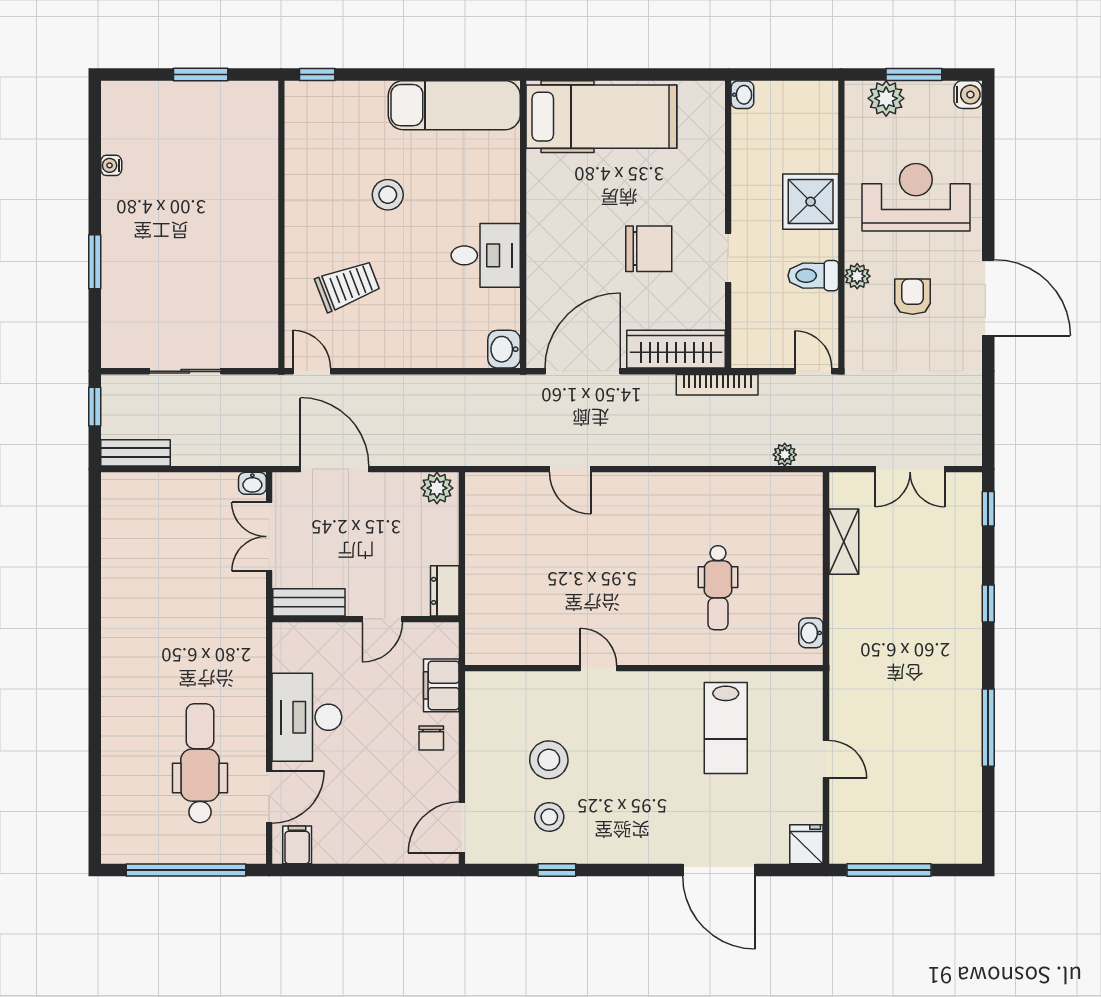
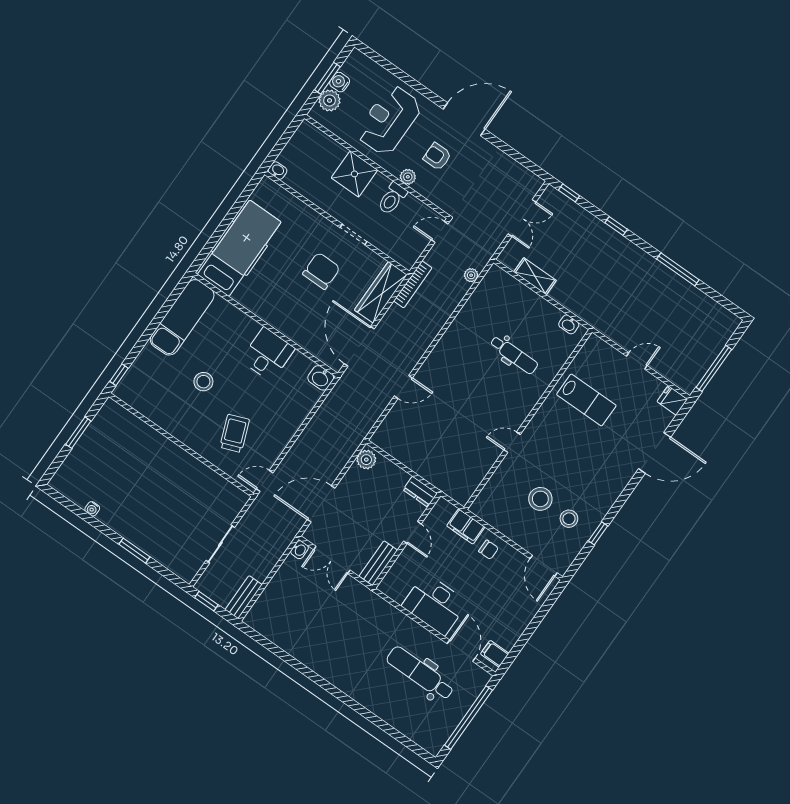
water cooler: (968, 95) -> (340, 82), moved, turned -90

